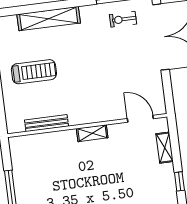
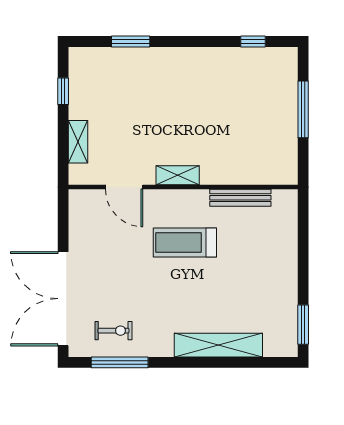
treadmill: (34, 72) -> (185, 242), moved
door: (140, 119) -> (124, 187), moved

